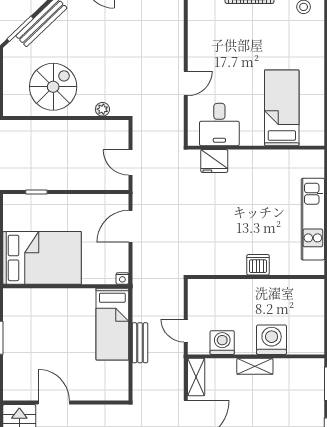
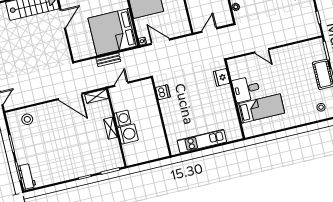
desk: (219, 125) -> (246, 89), moved
door: (130, 226) -> (160, 42), moved
dishwasher: (258, 265) -> (163, 92), moved
bed: (112, 324) -> (113, 32), width x2.04
washing machine: (222, 343) -> (122, 118), moved

